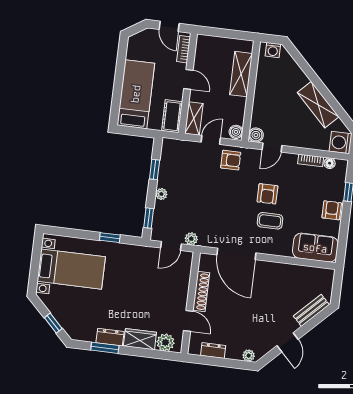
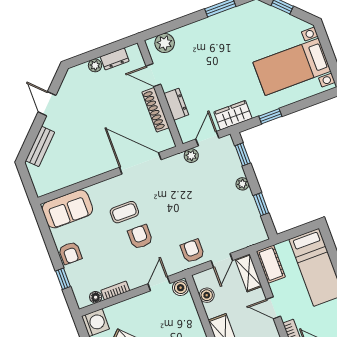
boiler: (236, 132) -> (207, 295), moved
armchair: (231, 160) -> (192, 251), turned 90
dresser: (110, 337) -> (176, 104), moved, turned -90
wardrobe: (140, 339) -> (233, 115), moved, turned 180
plant: (249, 356) -> (95, 65), moved

